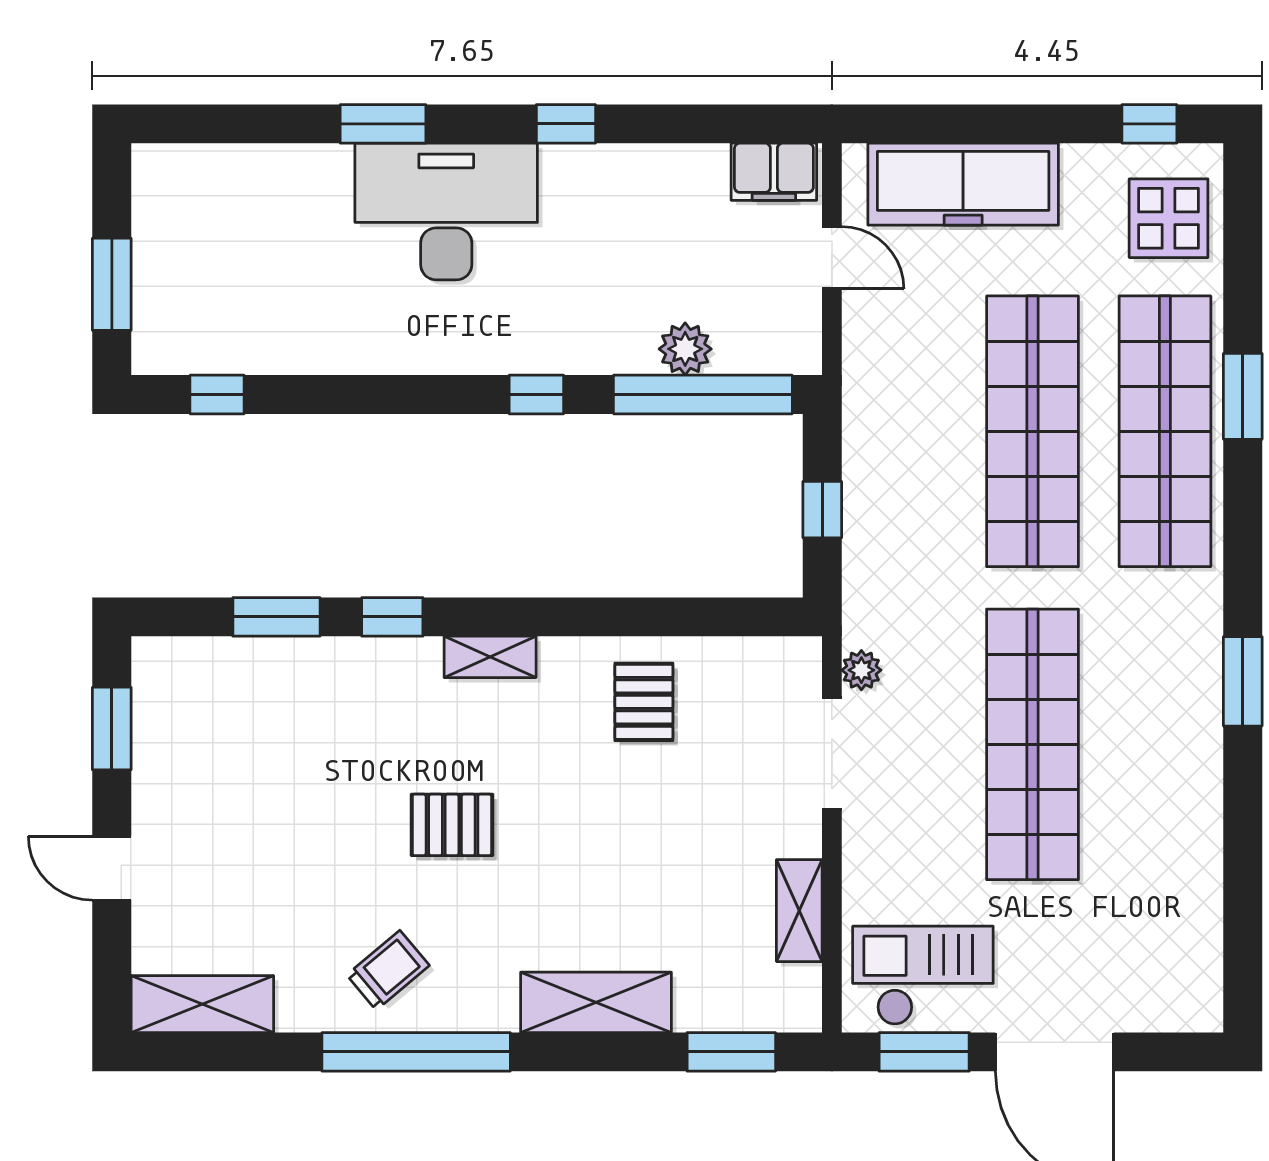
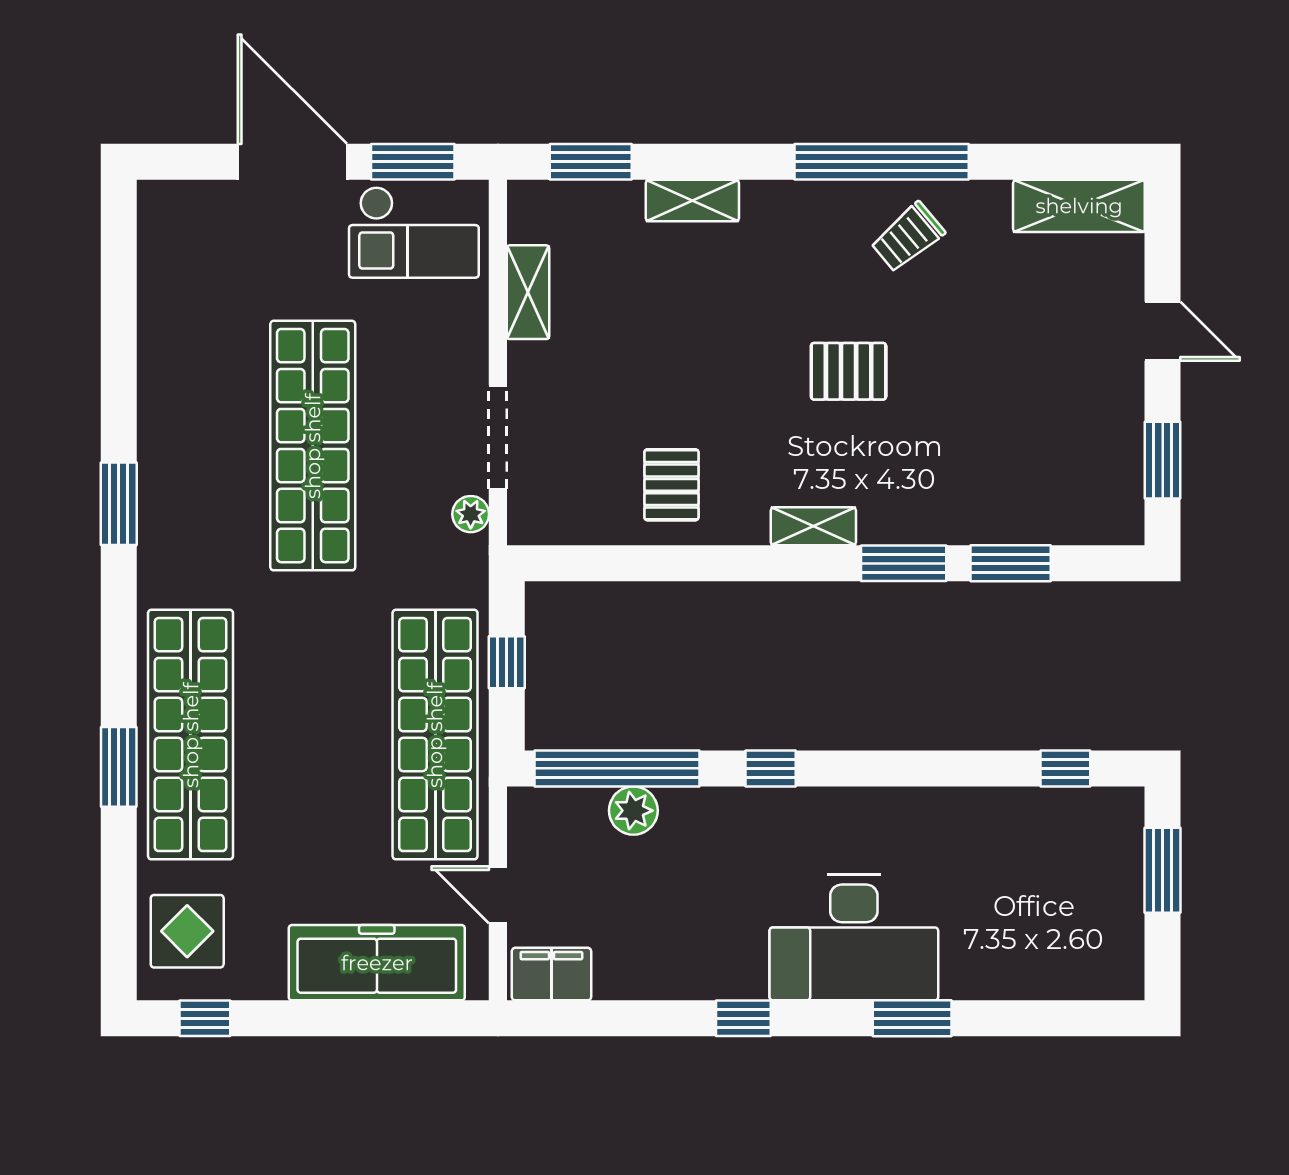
shop shelf: (1032, 431) -> (435, 735), moved
window: (392, 617) -> (904, 563), width x1.50
shelving: (596, 1002) -> (692, 201), width x0.67, depth x0.75

